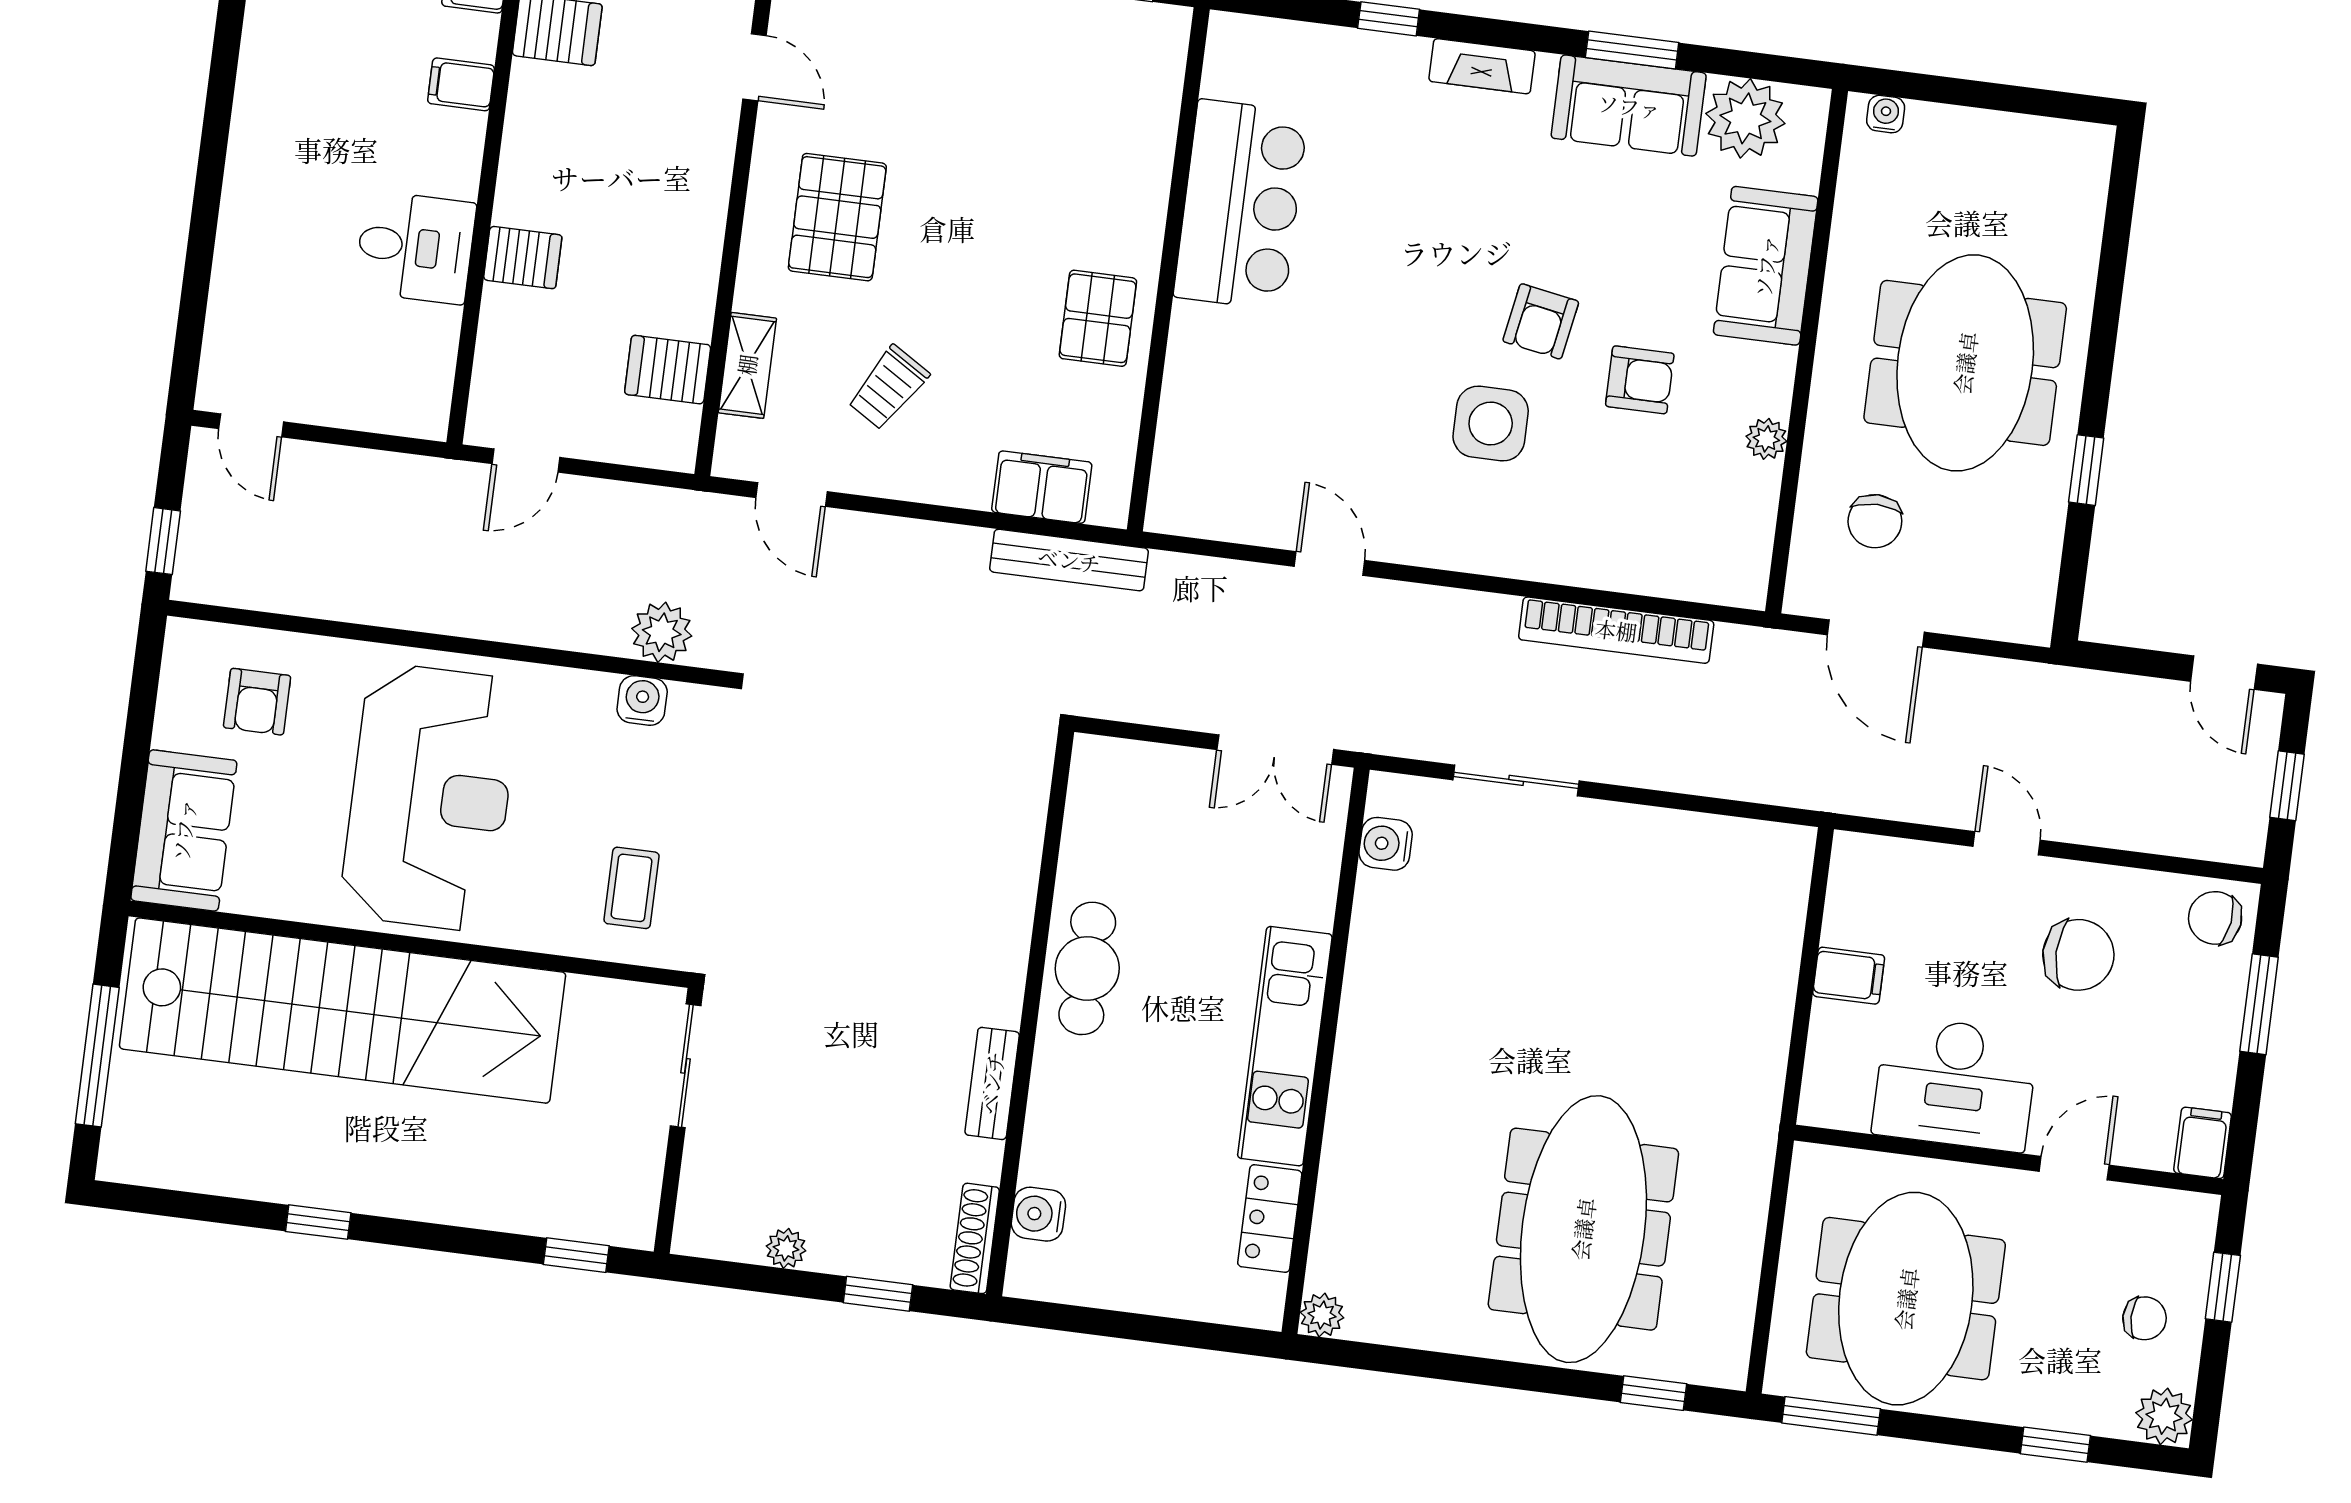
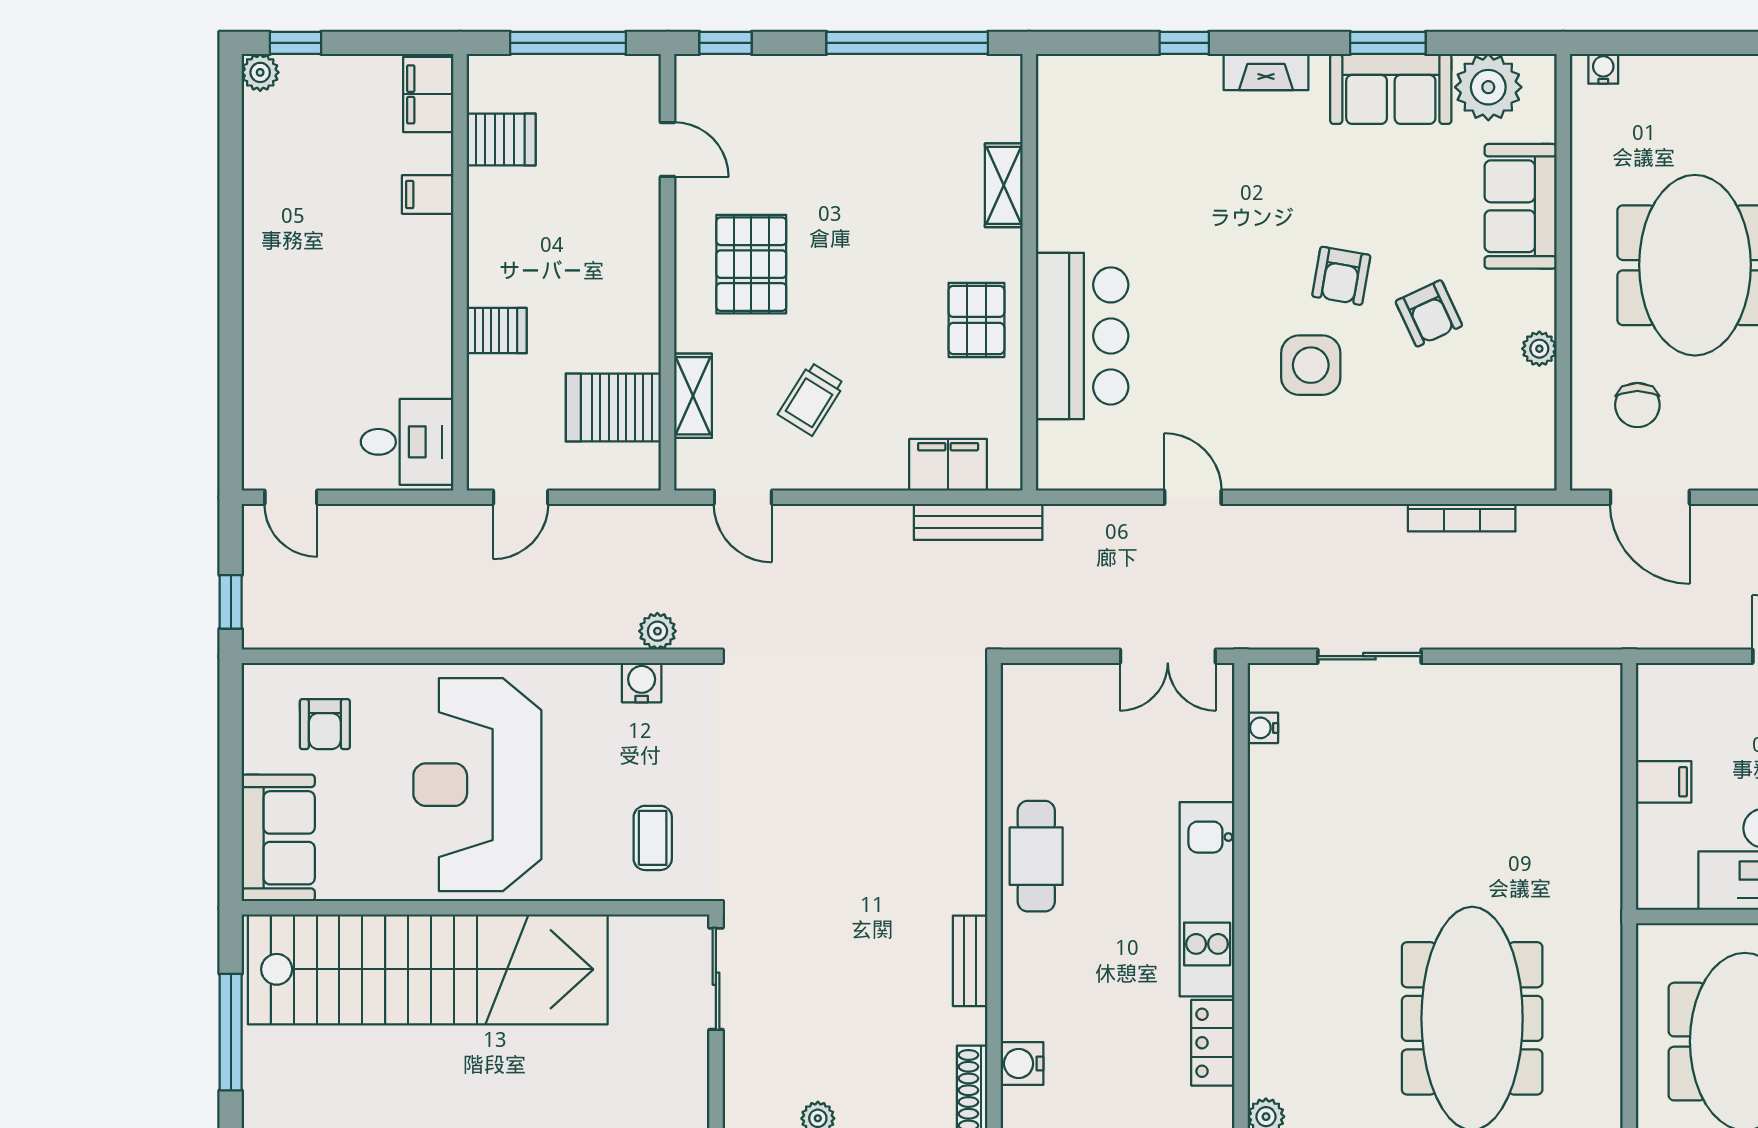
shelving: (1151, 162) -> (1004, 185), added
bar counter: (1241, 205) -> (1082, 336), moved
desk: (415, 247) -> (407, 442), moved
server rack: (668, 370) -> (613, 408), width x1.36, depth x1.44
armchair: (1640, 380) -> (1429, 313), turned 65
bookcase: (1616, 630) -> (1462, 518), width x0.68, depth x0.76
plant: (662, 632) -> (657, 631), width x0.73, depth x0.73
reception desk: (430, 797) -> (477, 785), turned 180
water cooler: (1386, 844) -> (1263, 728), width x0.72, depth x0.72

